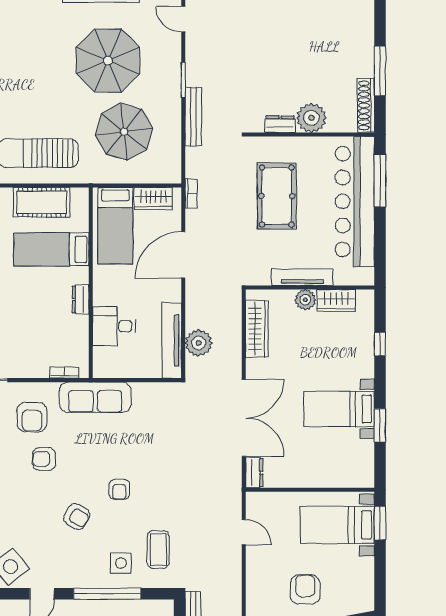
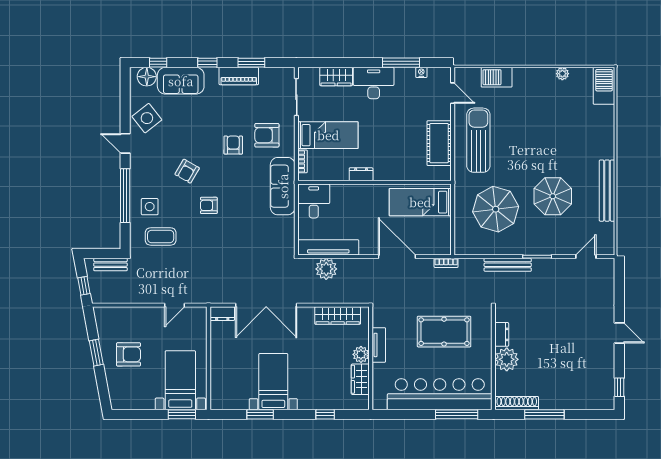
parasol: (108, 61) -> (553, 196), width x0.73, depth x0.73
wardrobe: (153, 198) -> (442, 233), removed
bed: (51, 249) -> (328, 135), moved, turned 90
tv unit: (302, 277) -> (379, 345), width x0.71
desk: (114, 326) -> (314, 201), moved

